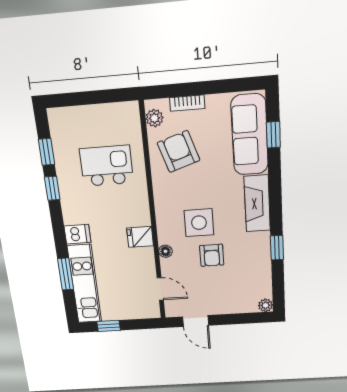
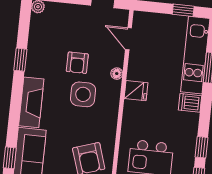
armchair: (212, 255) -> (77, 63), turned 180

